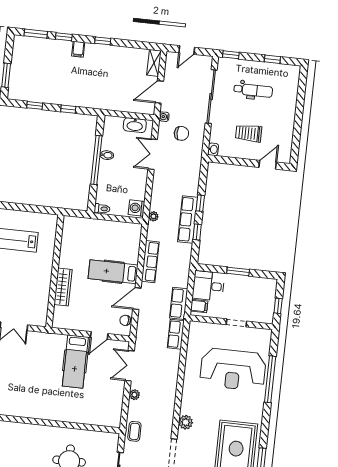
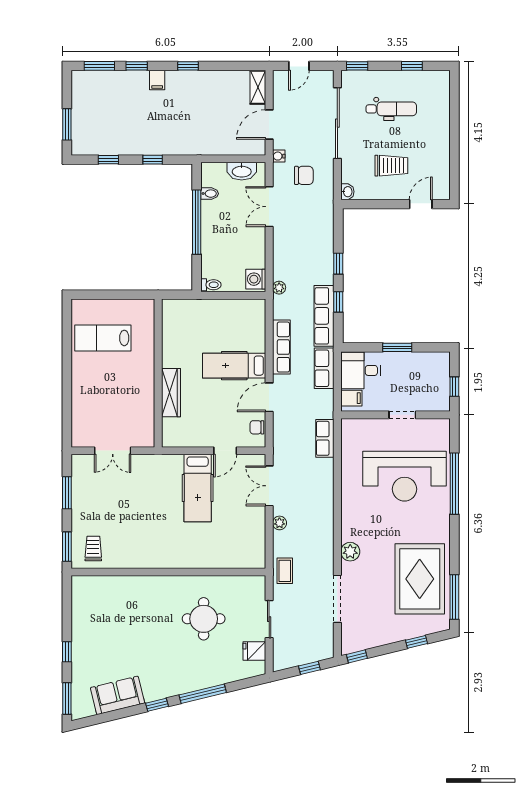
trolley: (249, 133) -> (391, 166), turned 180
bidet: (107, 155) -> (210, 194), moved
row of seats: (188, 220) -> (324, 316), moved
row of seats: (179, 303) -> (324, 368), moved

